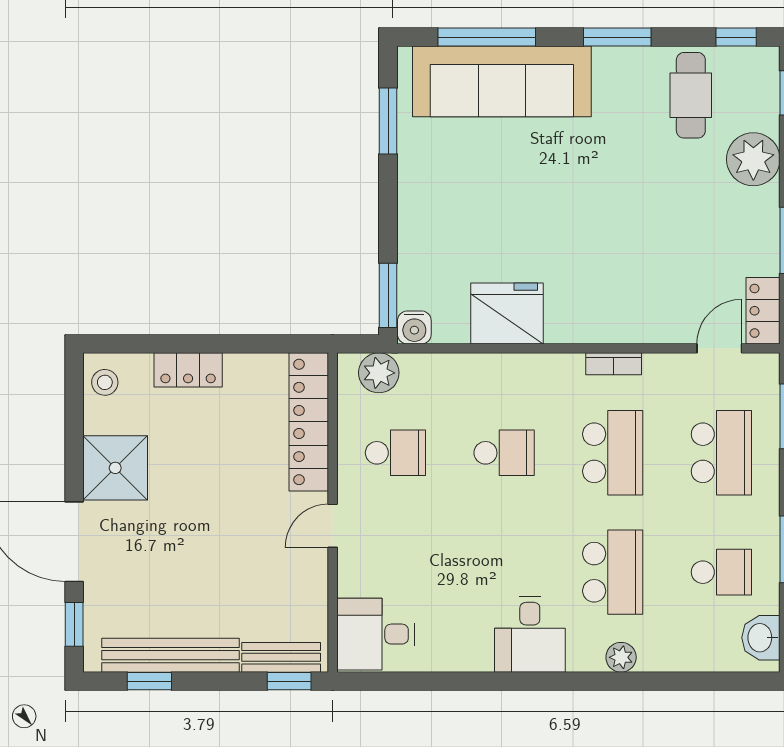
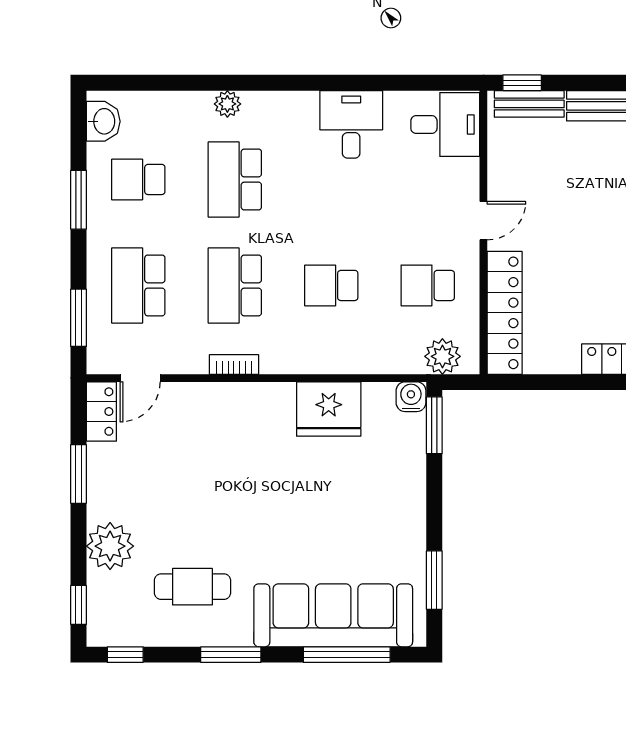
cafe table: (691, 95) -> (192, 587), moved, turned 90
desk: (530, 634) -> (351, 124), moved

